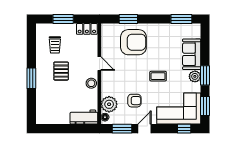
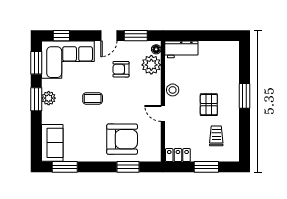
armchair: (133, 42) -> (122, 139), turned 180
sofa: (192, 54) -> (52, 143), moved

